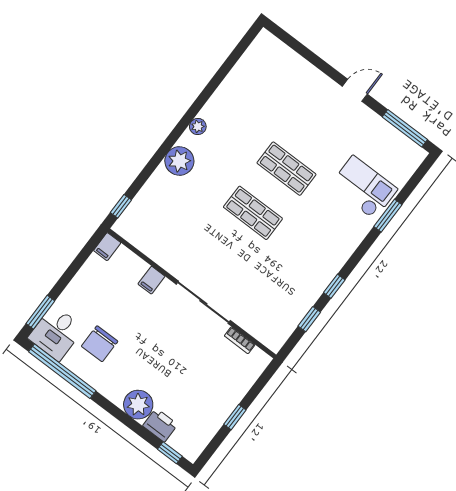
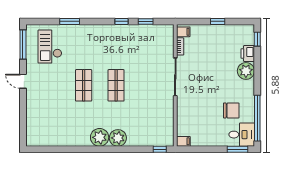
plant: (198, 127) -> (100, 137), width x1.87, depth x1.87
checkout: (364, 188) -> (50, 47), moved
filing cabinet: (151, 280) -> (183, 32), moved

